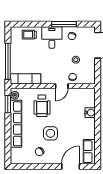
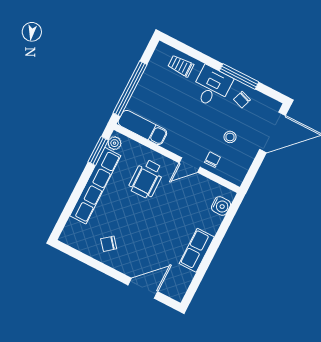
water cooler: (90, 113) -> (221, 206), moved
side table: (50, 133) -> (138, 225), removed
row of seats: (89, 152) -> (197, 250), moved

